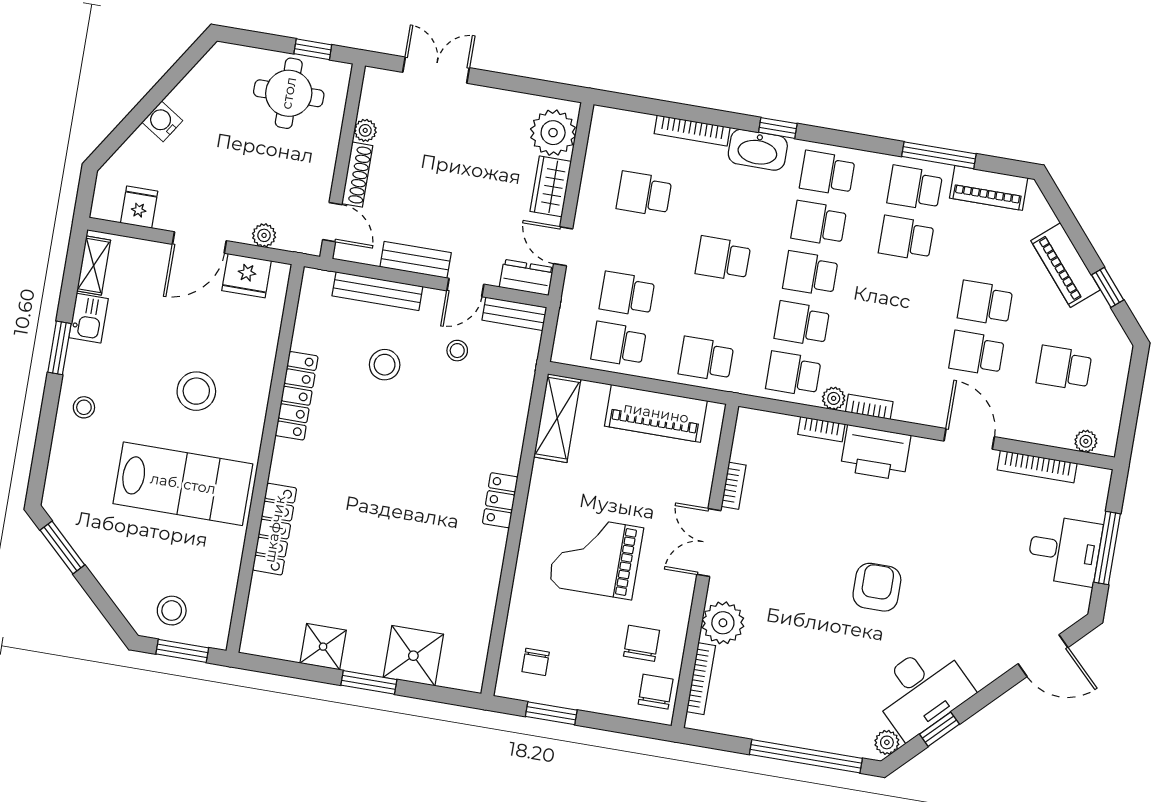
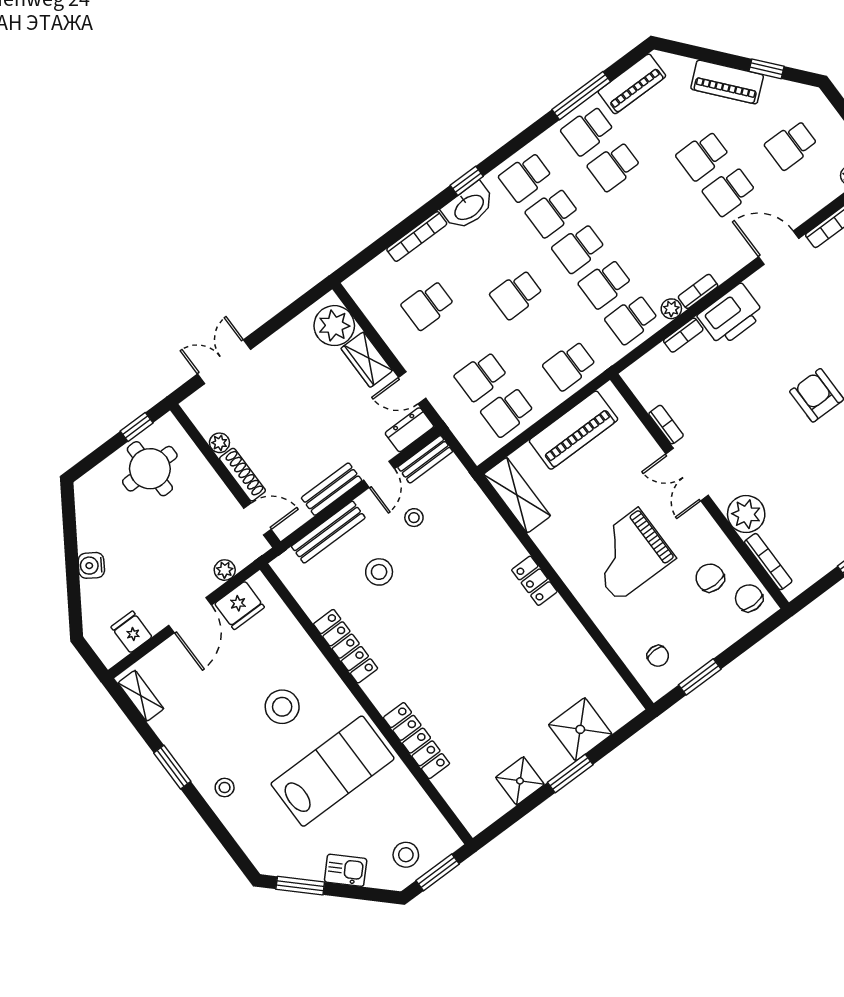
kitchen sink: (89, 318) -> (346, 870), moved, turned -46

